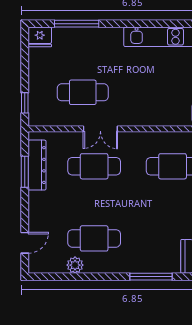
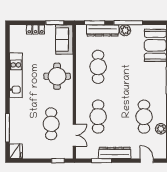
round table: (158, 102) -> (57, 76), added
double door: (100, 129) -> (74, 135), moved
dresser: (37, 165) -> (115, 153), moved

